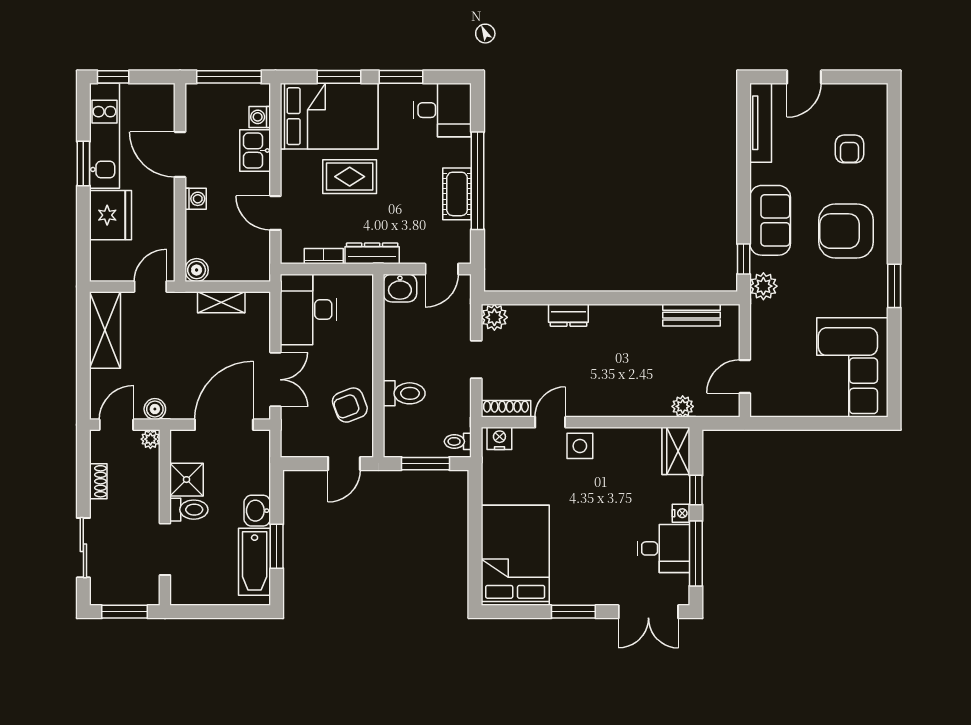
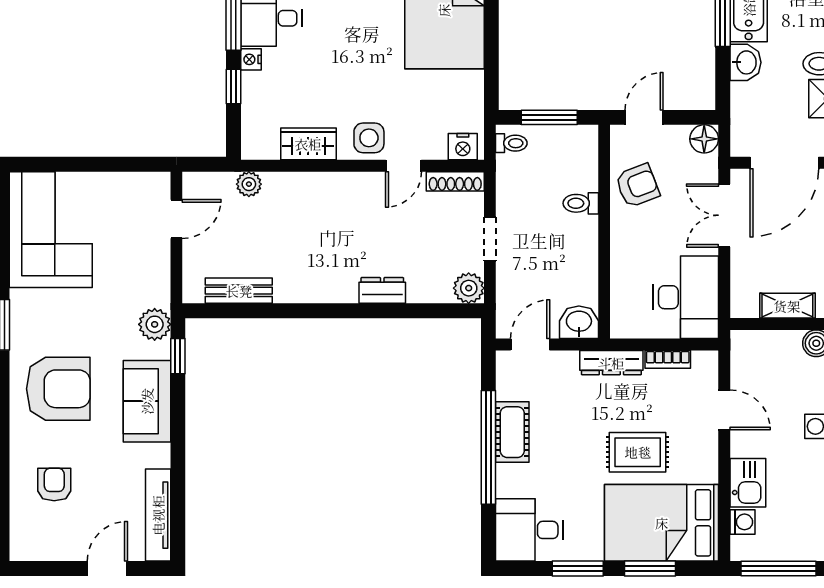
toilet: (404, 393) -> (581, 203), width x0.73, depth x0.72
floor lamp: (293, 445) -> (704, 139), added
wardrobe: (676, 451) -> (308, 144), moved, turned -90

